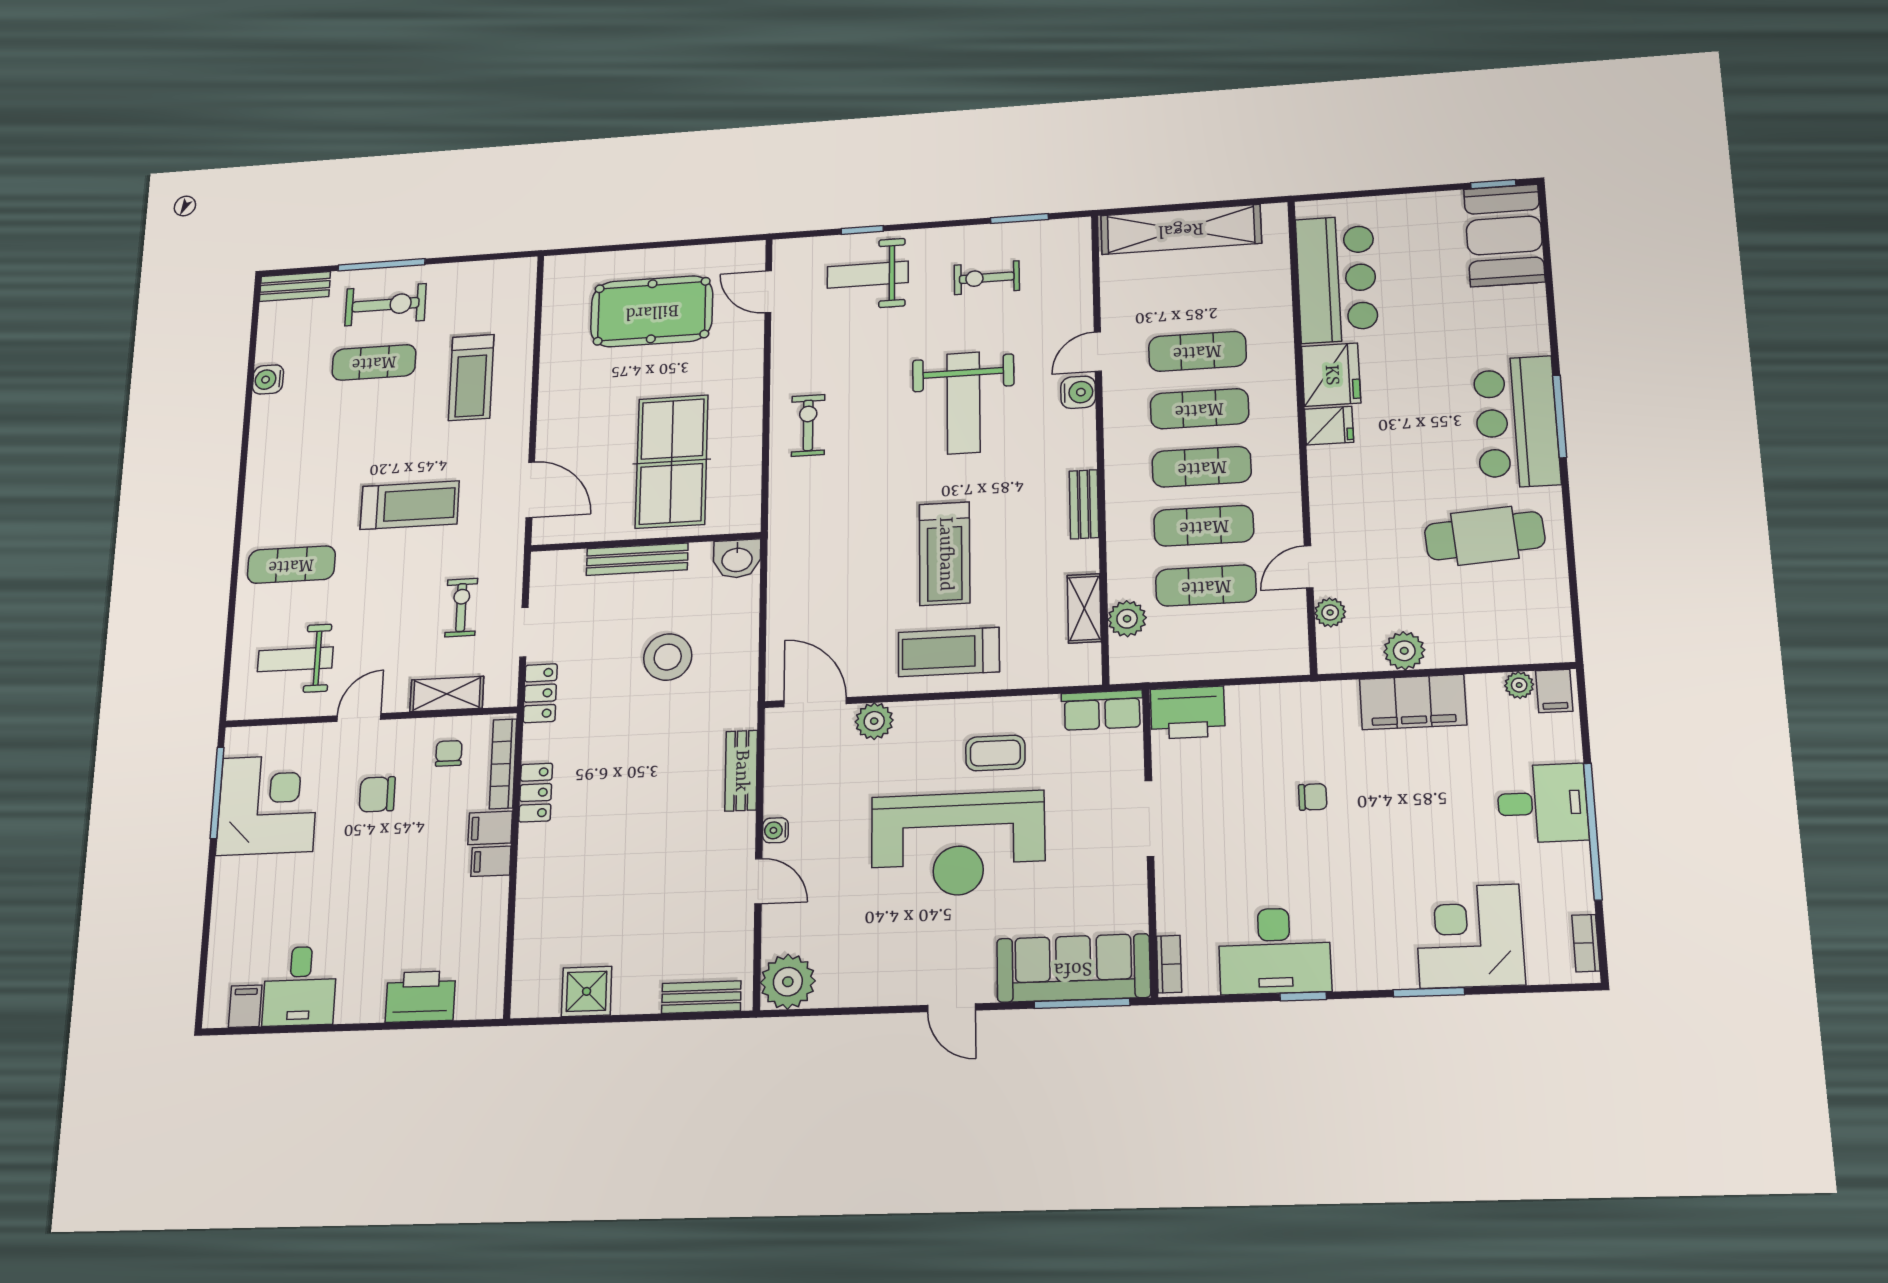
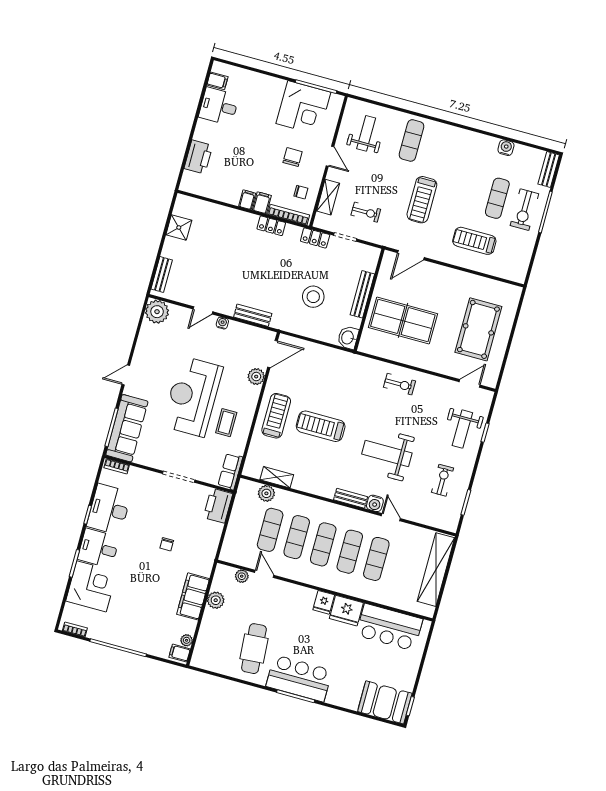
weight bench: (868, 275) -> (462, 429), turned 180
bench: (1084, 504) -> (351, 498), moved
desk: (1542, 803) -> (98, 548), moved, turned 90

